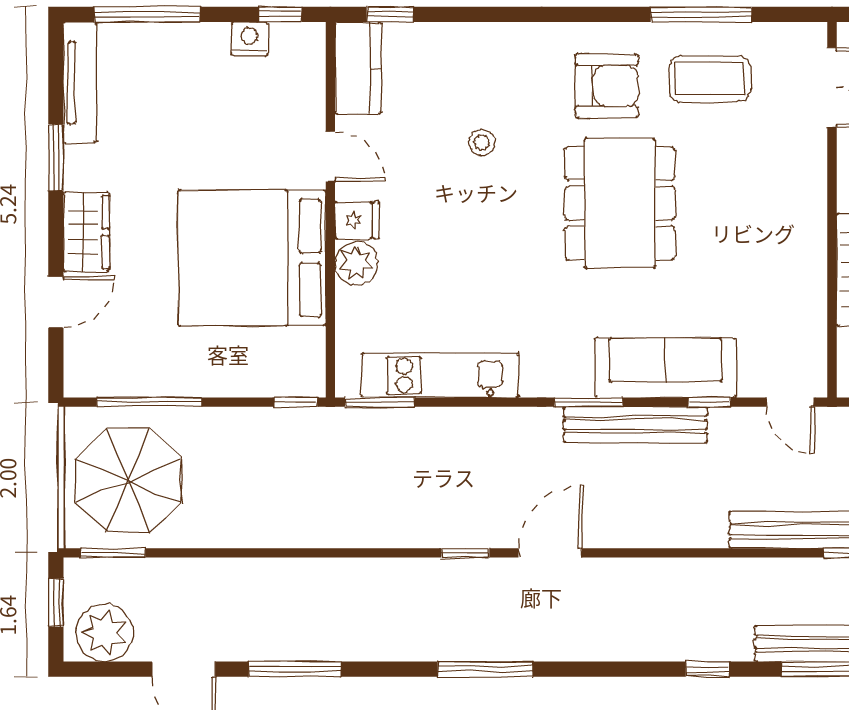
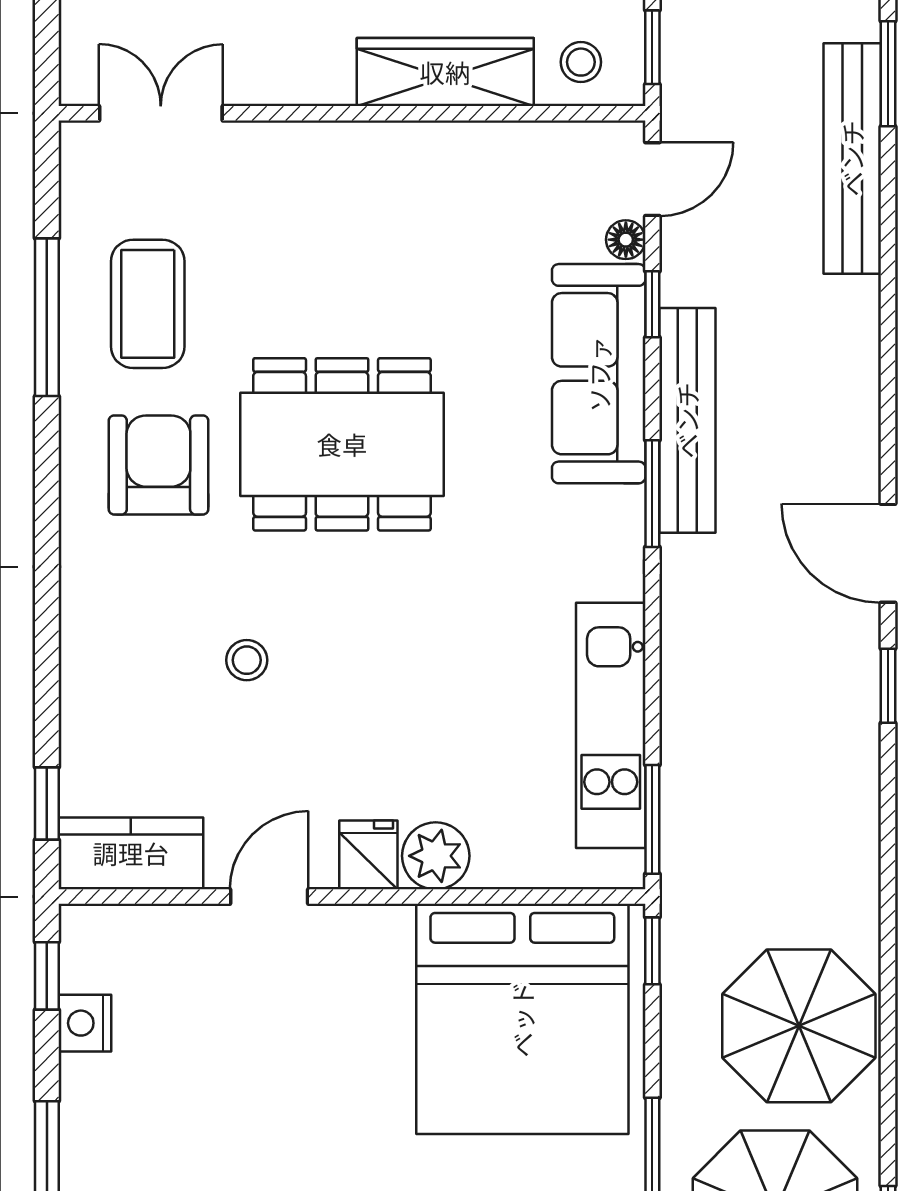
bed: (252, 258) -> (522, 1019), moved
floor lamp: (751, 385) -> (626, 240), added
parasol: (248, 496) -> (799, 1026), added

